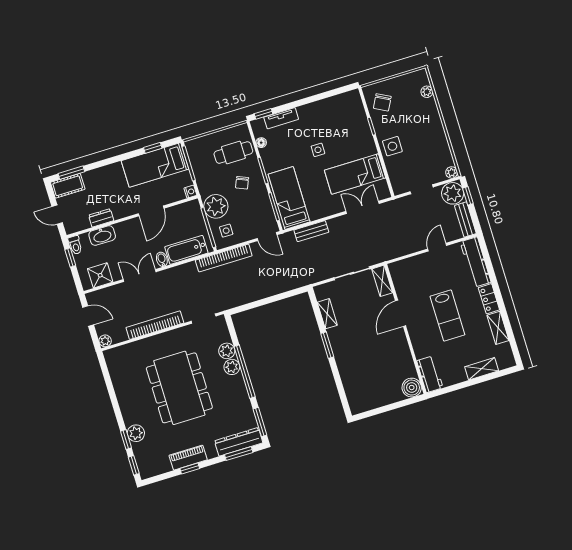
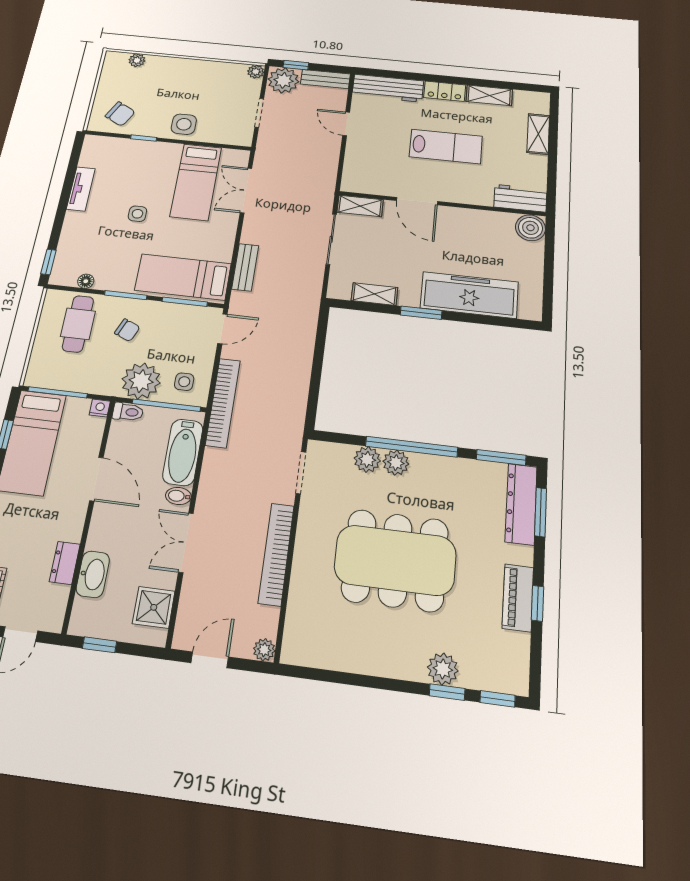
tv unit: (281, 118) -> (81, 189), moved
toilet: (75, 245) -> (128, 412), moved
freezer: (351, 368) -> (469, 295), added

